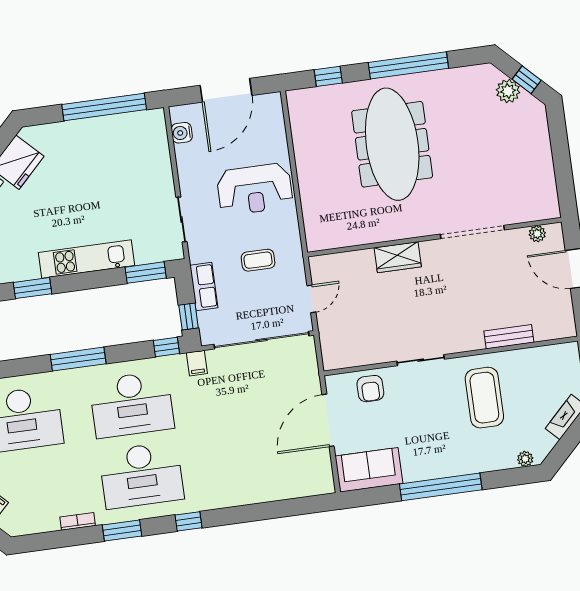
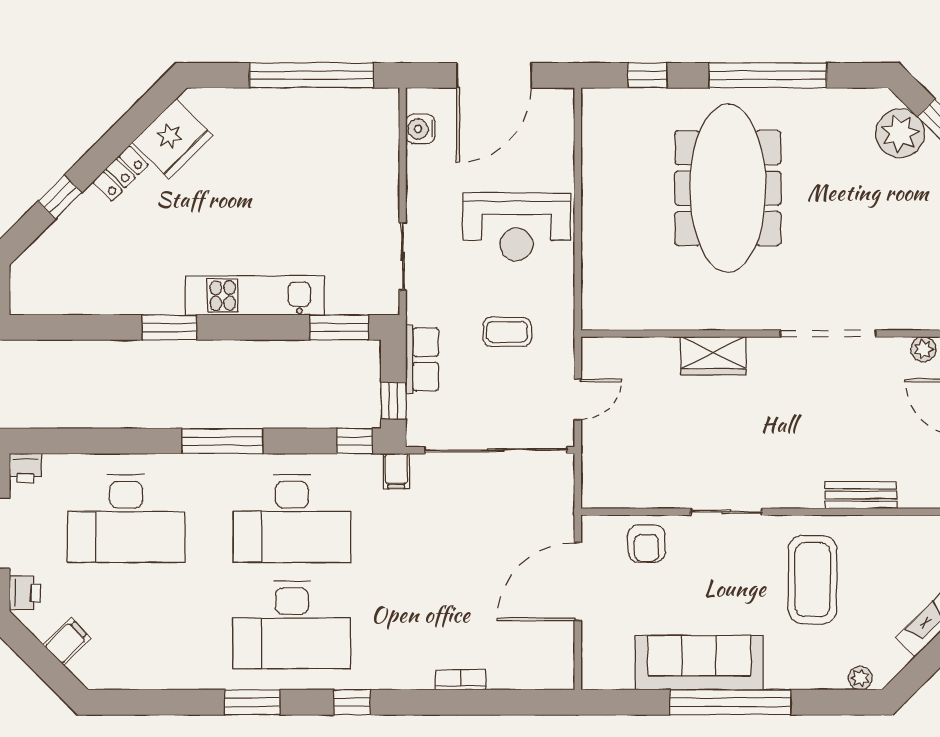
plant: (508, 91) -> (900, 133), width x1.36, depth x1.36
sofa: (369, 470) -> (699, 663), moved, width x1.36
bookcase: (78, 521) -> (461, 680), moved

